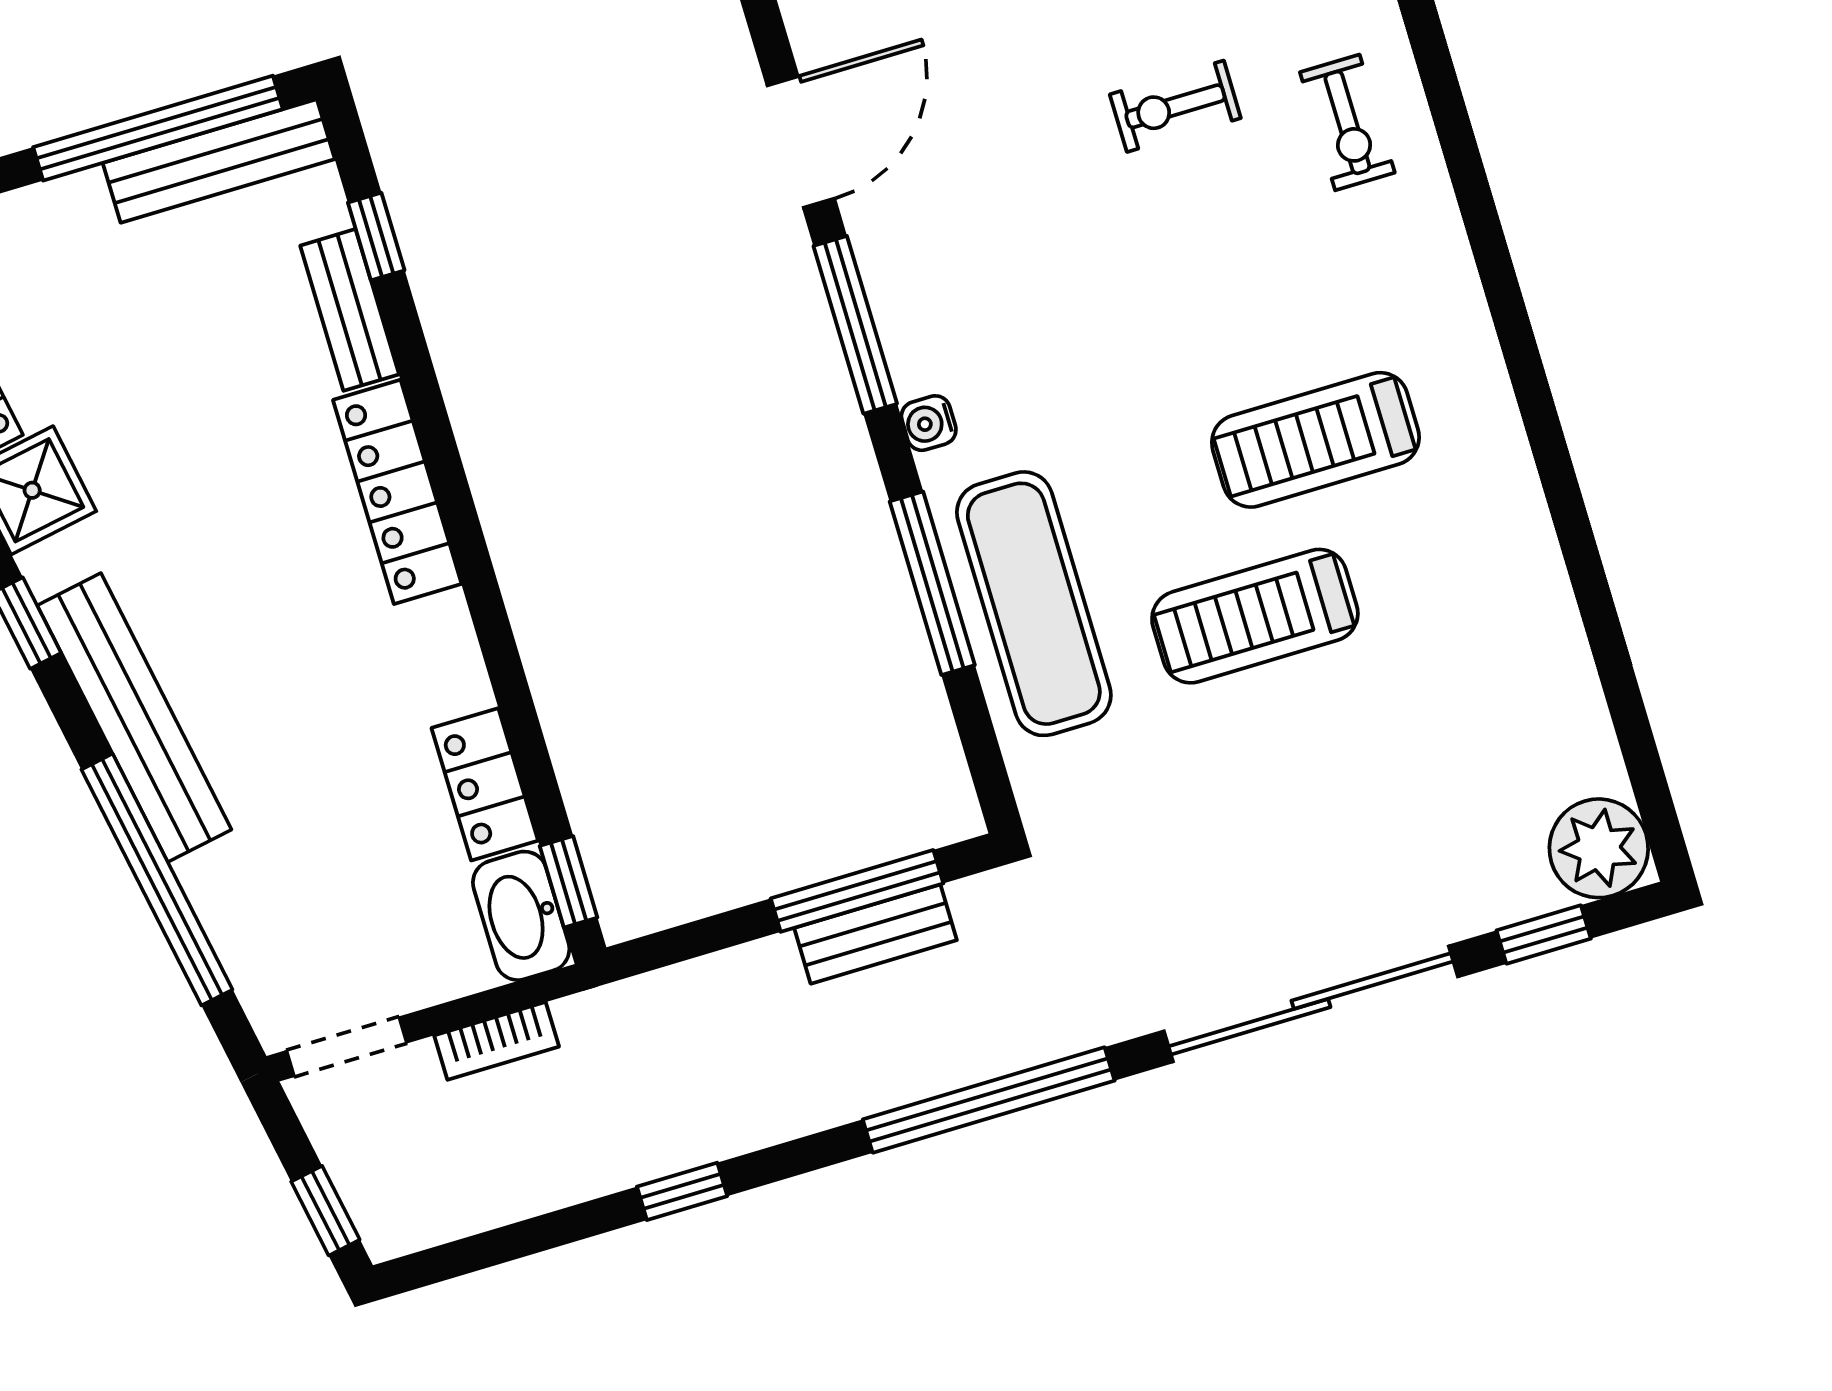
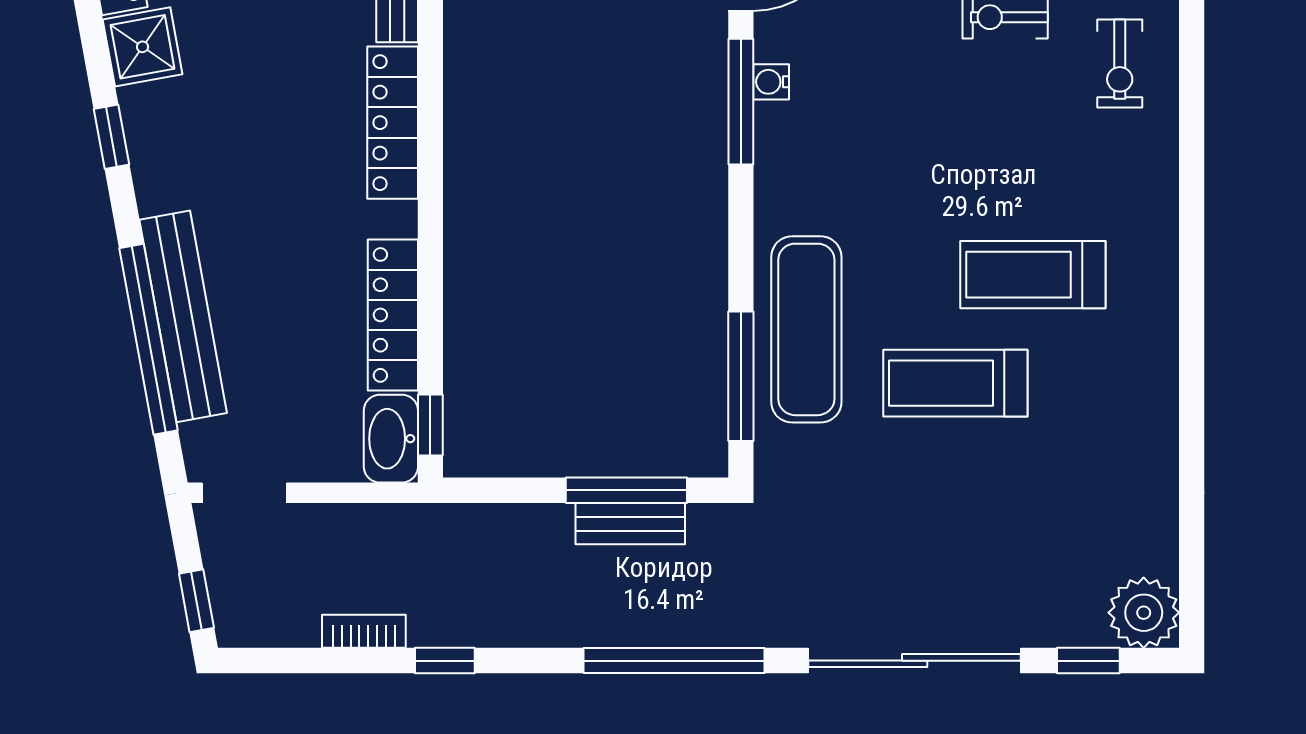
water cooler: (929, 423) -> (771, 82), moved
window: (932, 583) -> (741, 376), moved
bench: (134, 717) -> (183, 316), moved
locker: (485, 784) -> (393, 315), width x1.53
bookcase: (497, 1041) -> (364, 631), moved, turned 180

